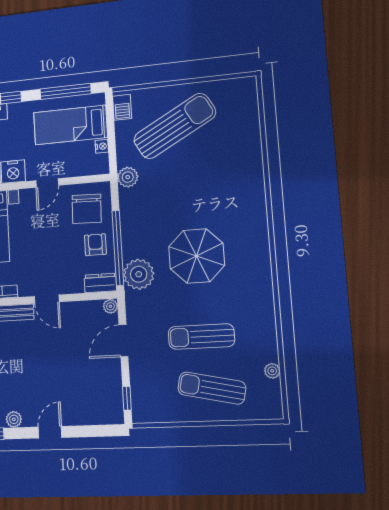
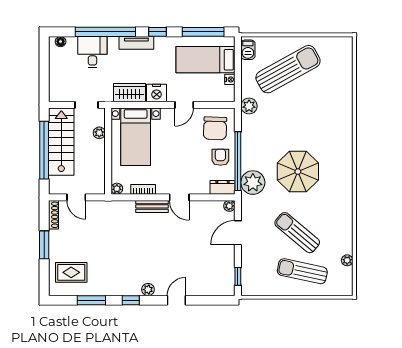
sun lounger: (201, 337) -> (297, 233), turned 40

